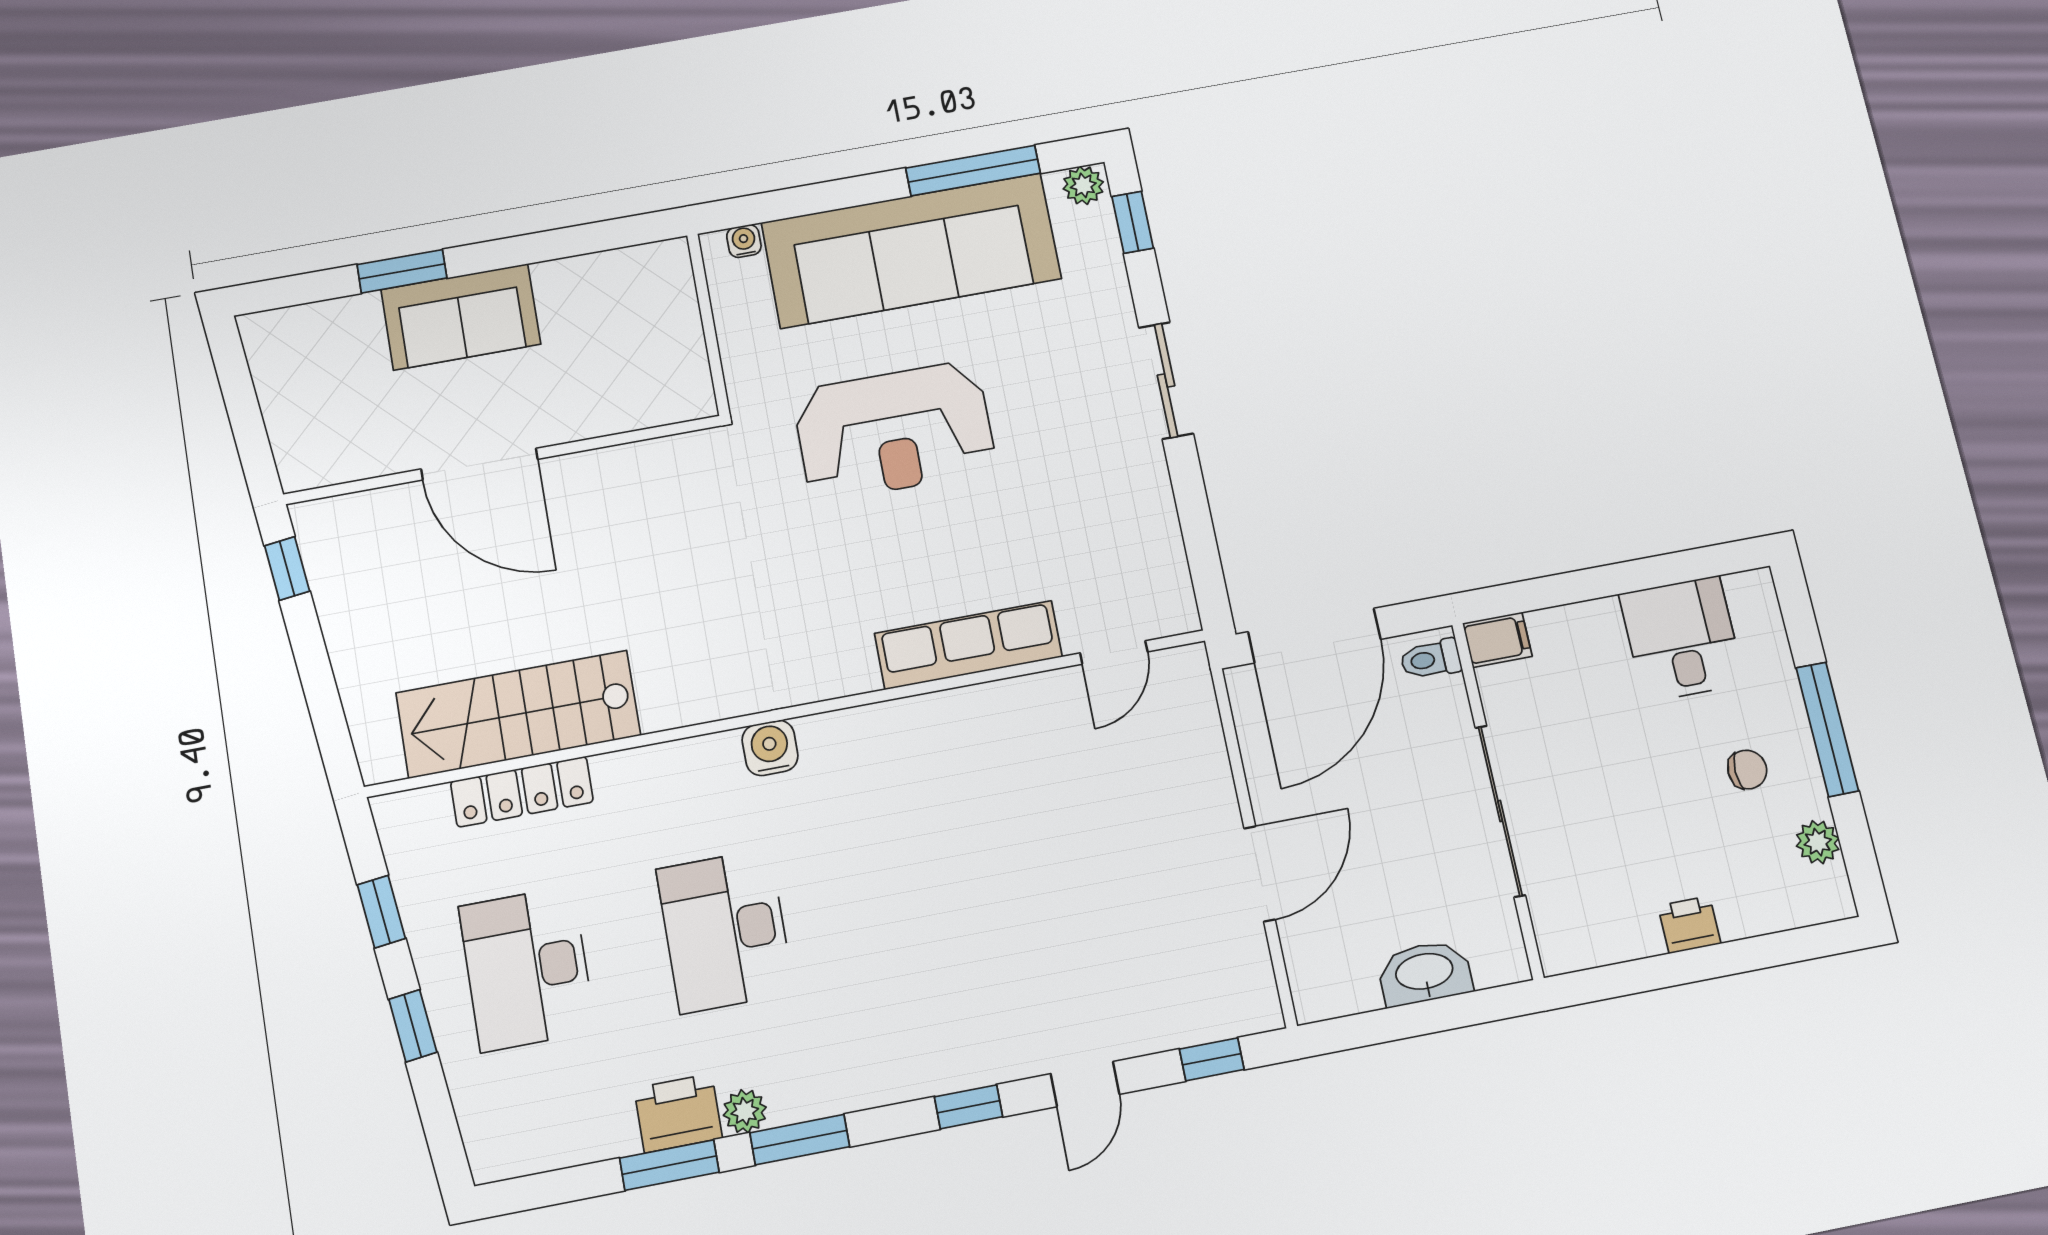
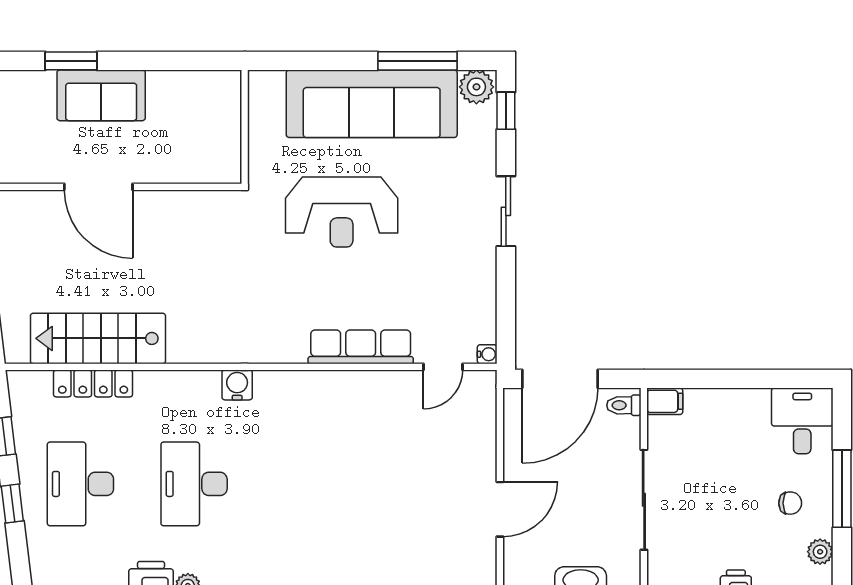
plant: (1083, 185) -> (476, 87), width x1.38, depth x1.38
water cooler: (744, 241) -> (487, 354), moved, turned 90
desk: (1682, 639) -> (802, 421), moved

